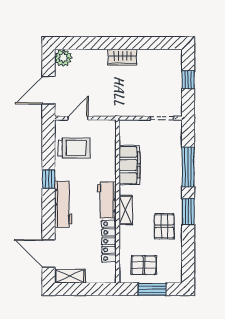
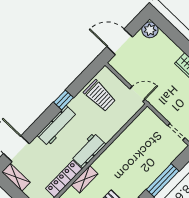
door: (78, 118) -> (137, 94), moved
filing cabinet: (129, 165) -> (125, 142), removed
shelving: (126, 210) -> (85, 179), moved

